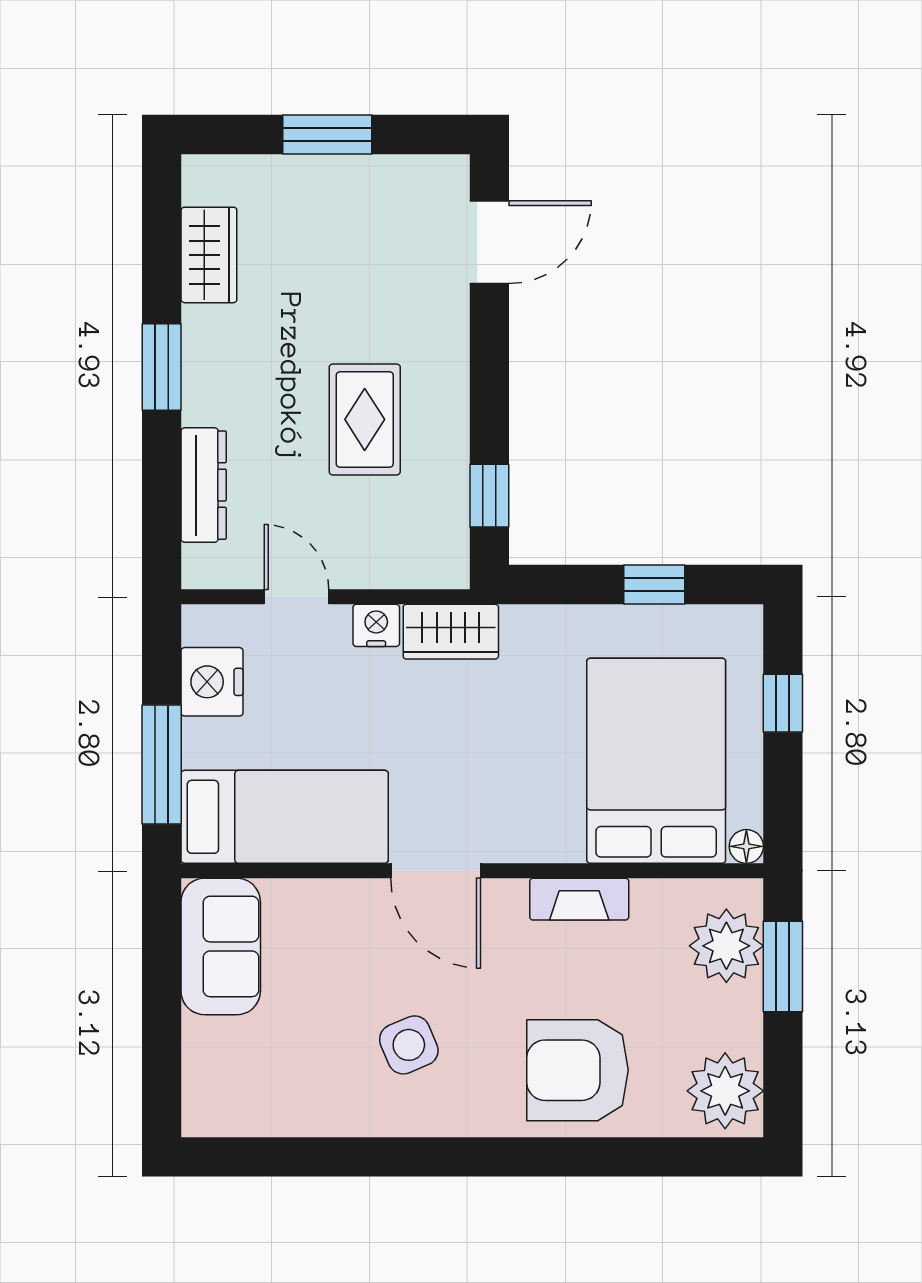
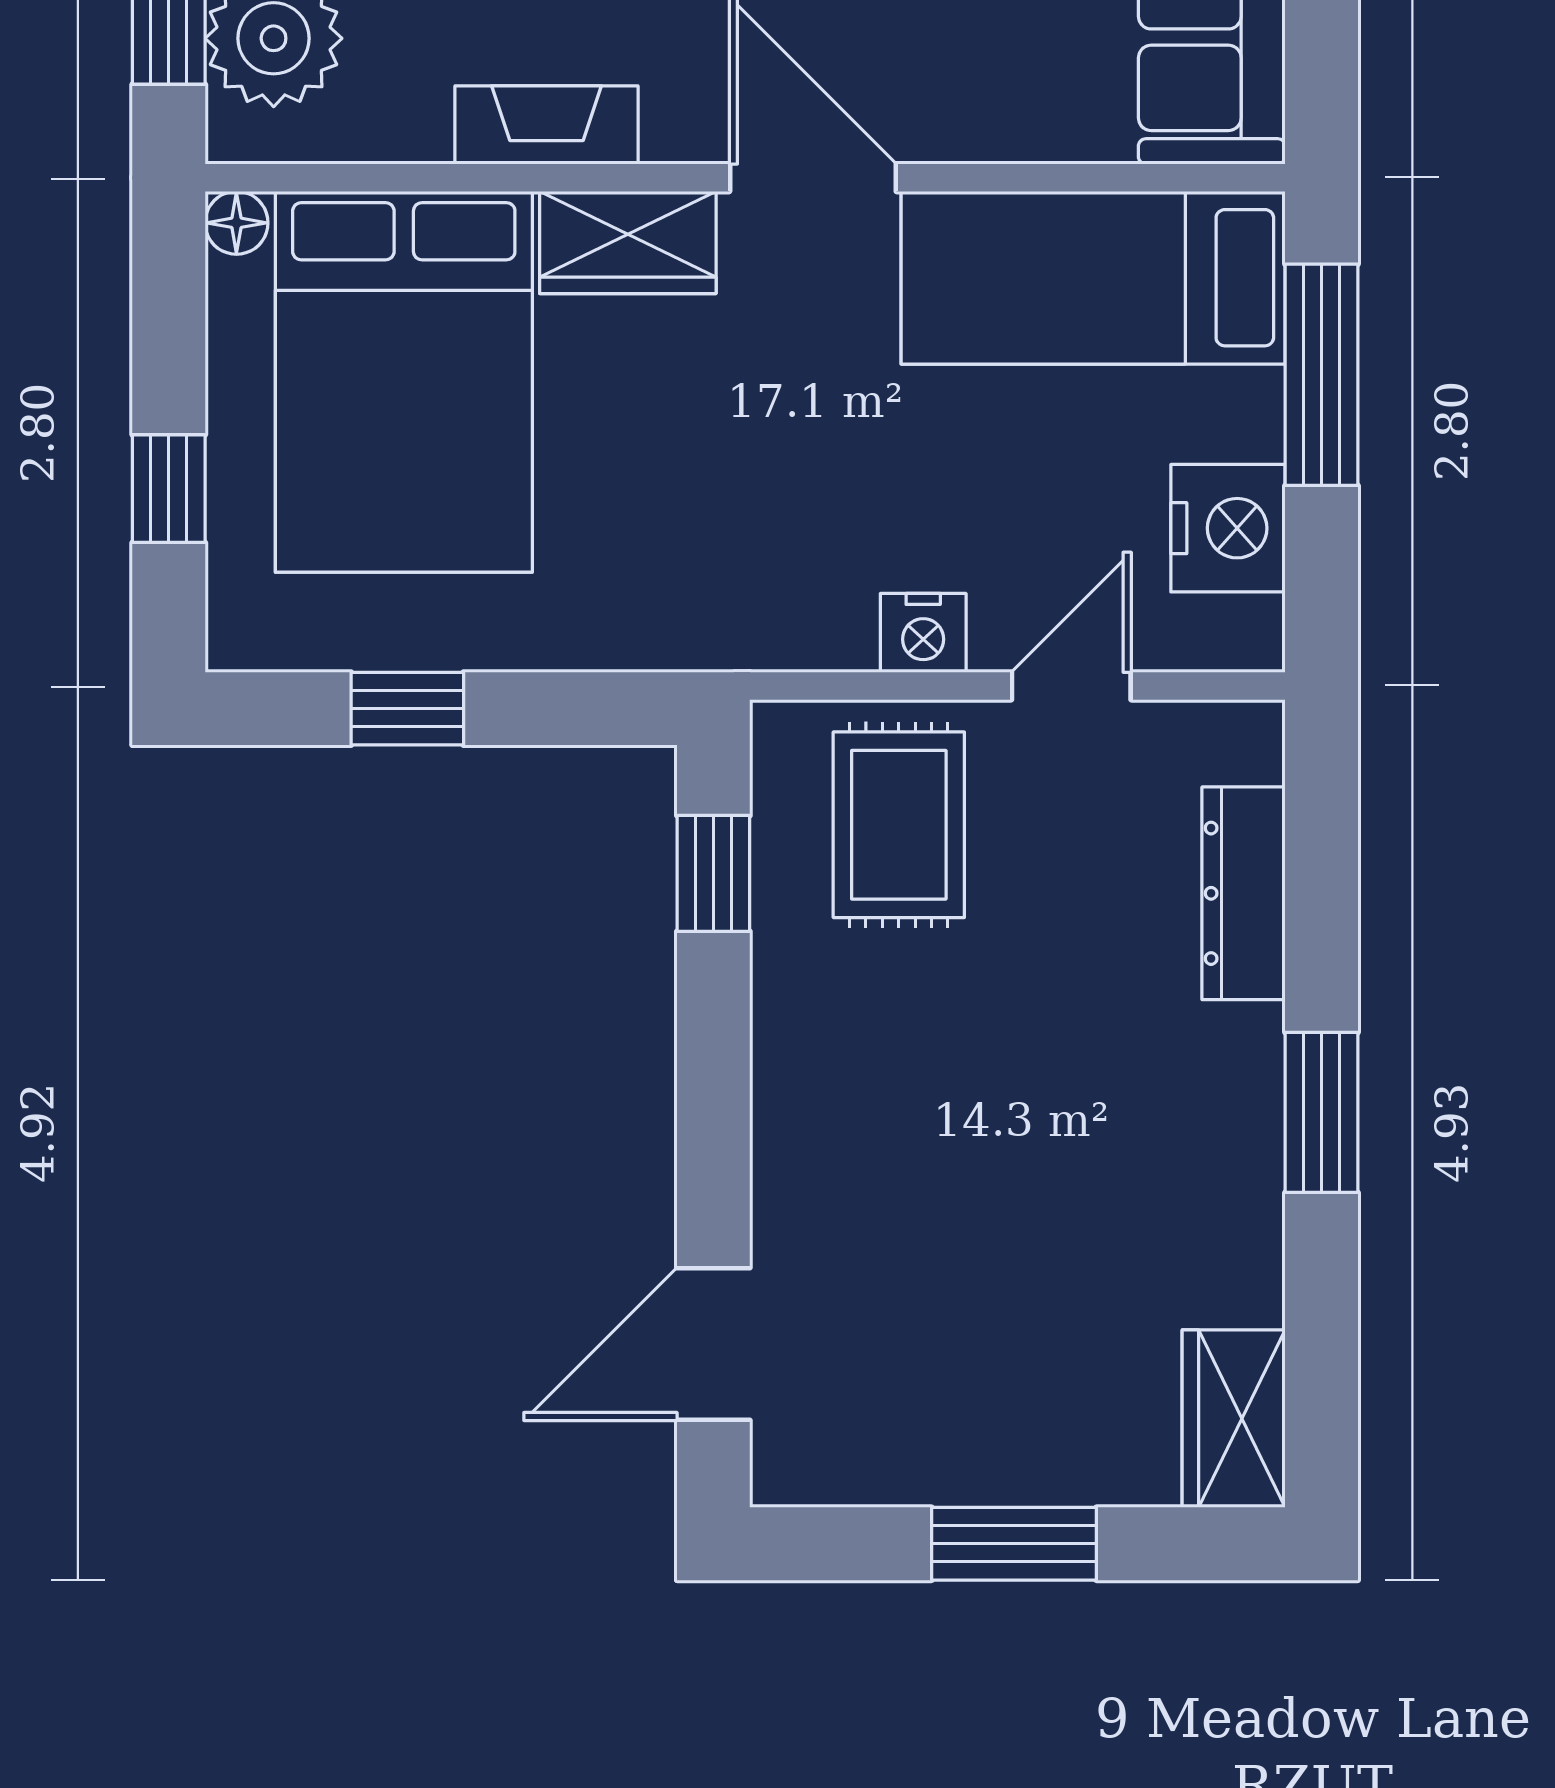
wardrobe: (209, 255) -> (1234, 1419), moved
rug: (365, 419) -> (899, 825), moved
door: (296, 597) -> (1071, 686), swing flipped
wardrobe: (451, 632) -> (628, 242), moved, turned 180

